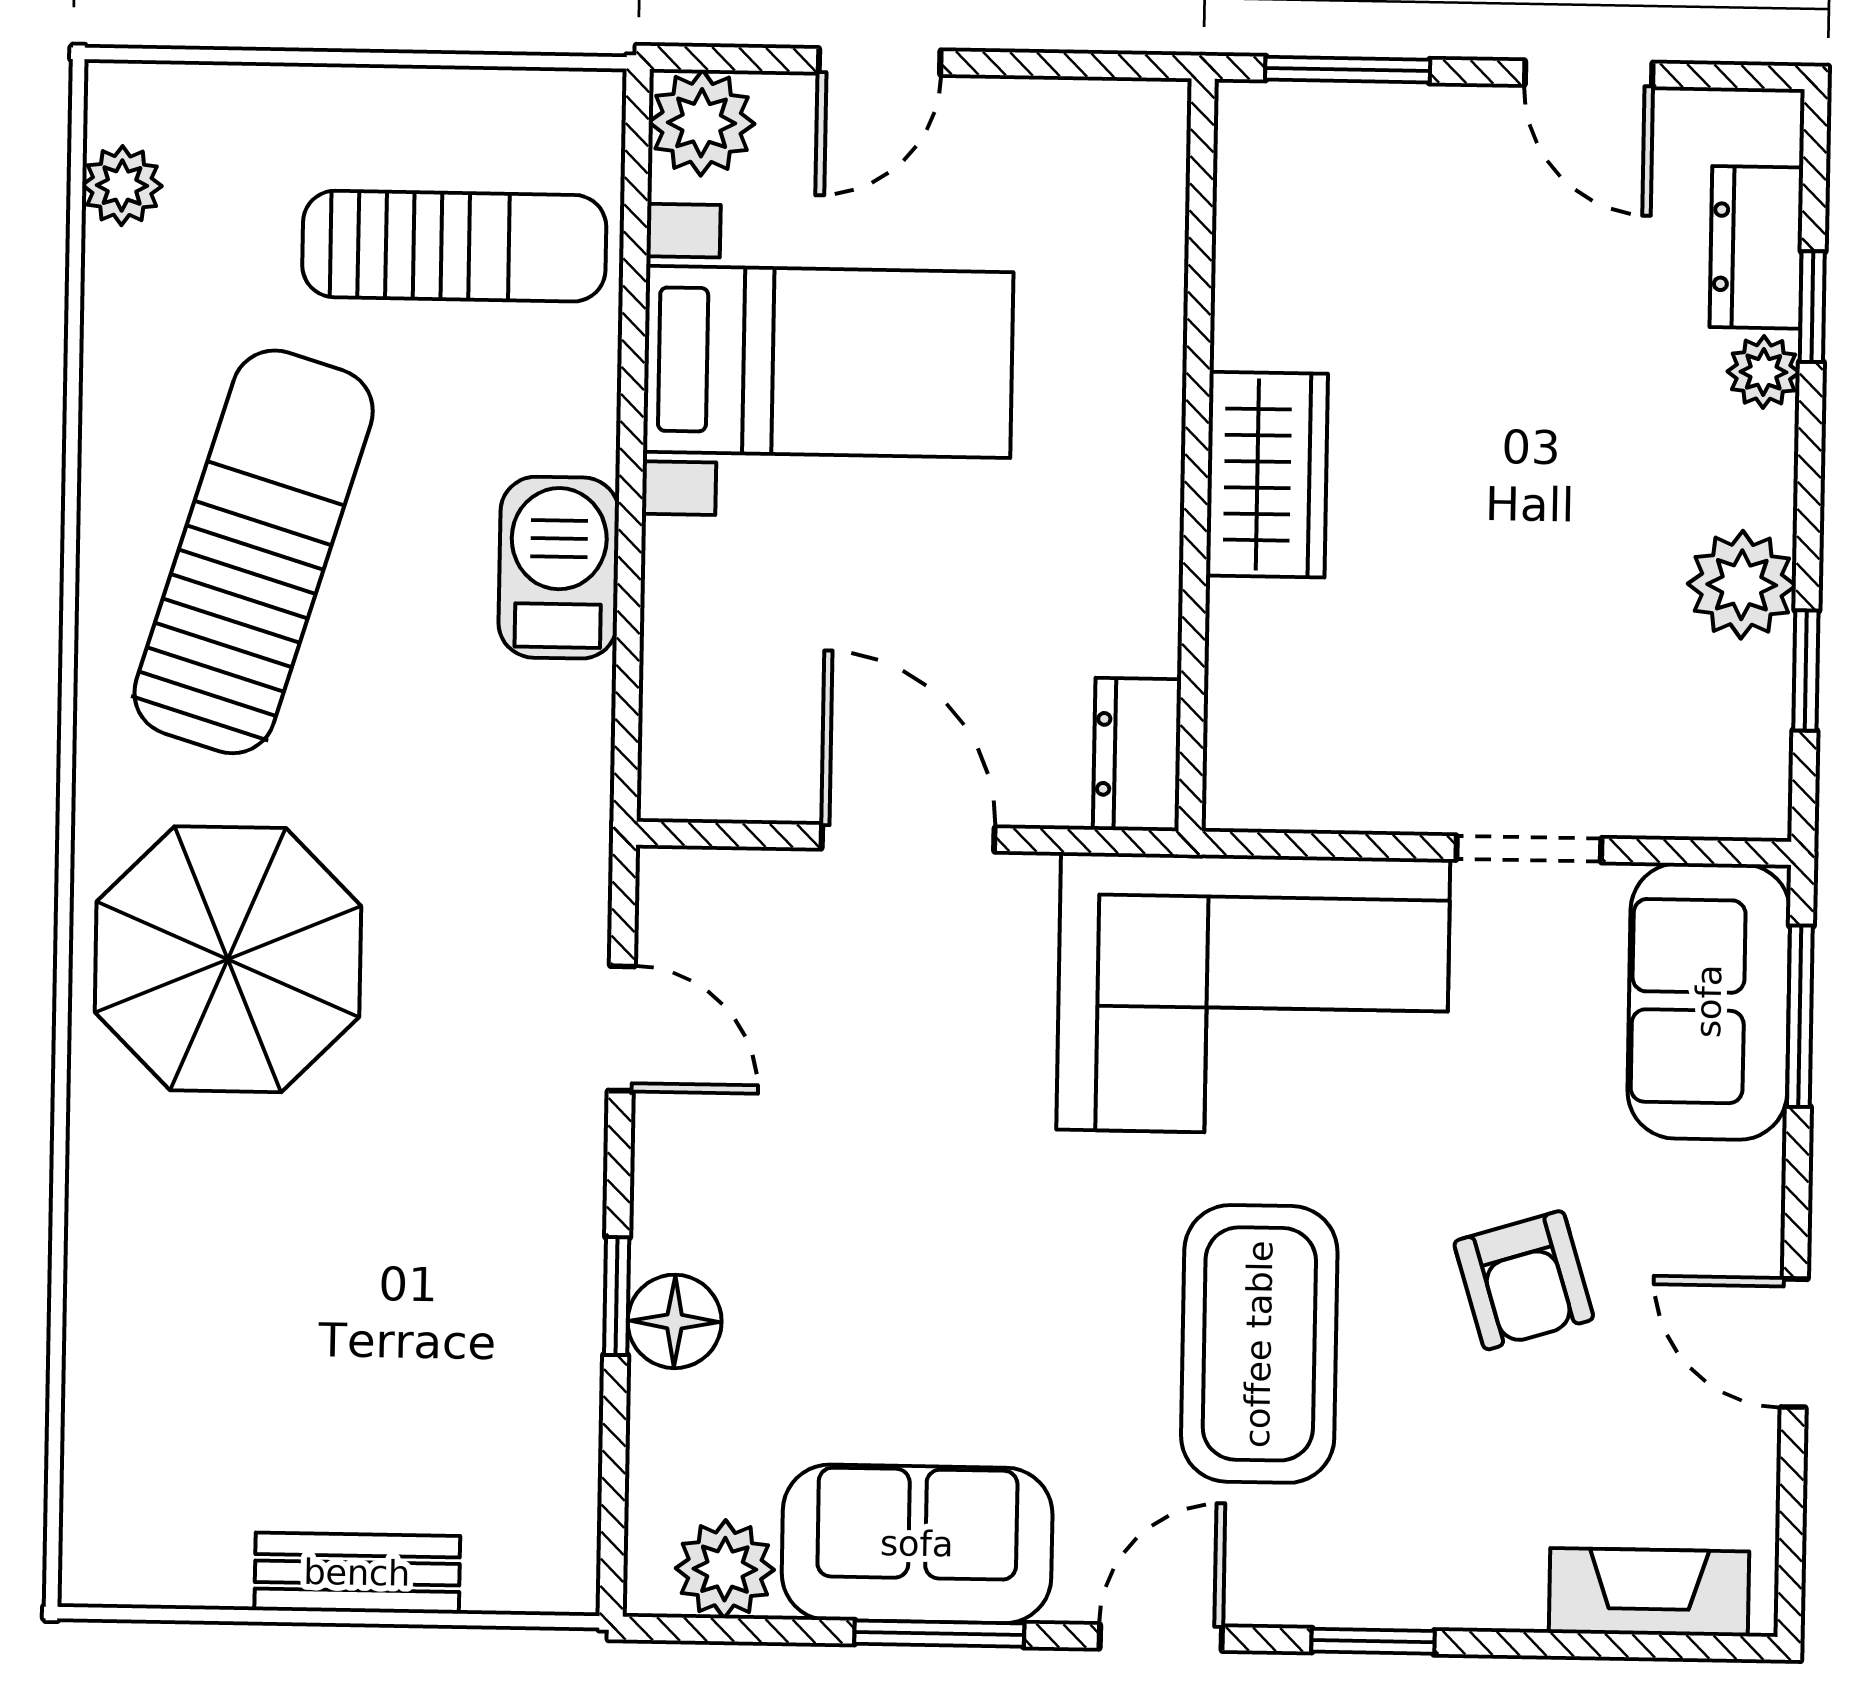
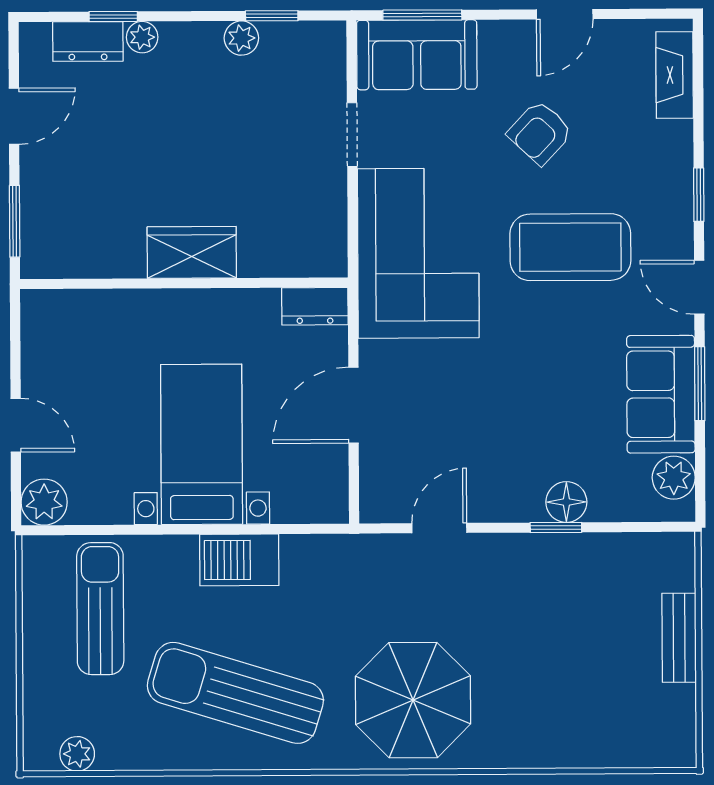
bed with nightstands: (828, 362) -> (202, 444), moved
plant: (1742, 585) -> (241, 38), width x0.73, depth x0.73
armchair: (1524, 1280) -> (540, 133), turned 150

